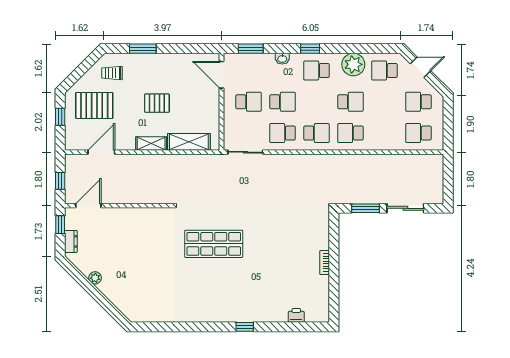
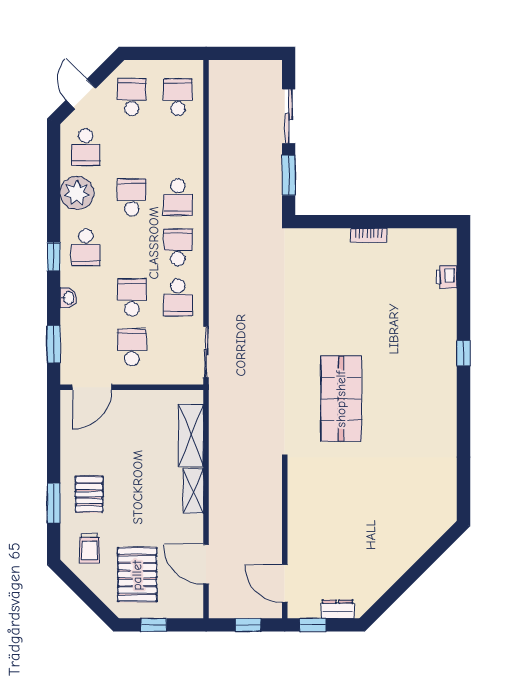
school desk: (418, 102) -> (132, 97), turned 180
pallet: (157, 103) -> (89, 494), moved
school desk: (418, 133) -> (178, 97), turned 180
plant: (95, 278) -> (391, 573), removed

